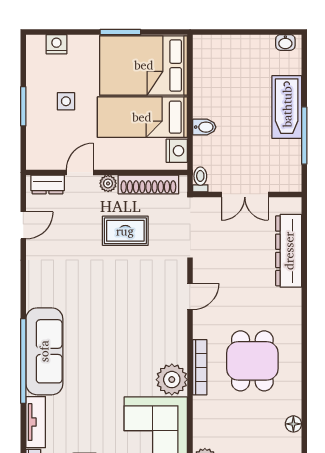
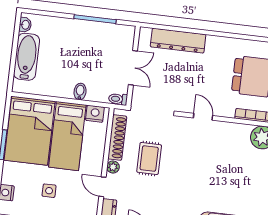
bathtub: (287, 107) -> (27, 57), moved, turned -90

